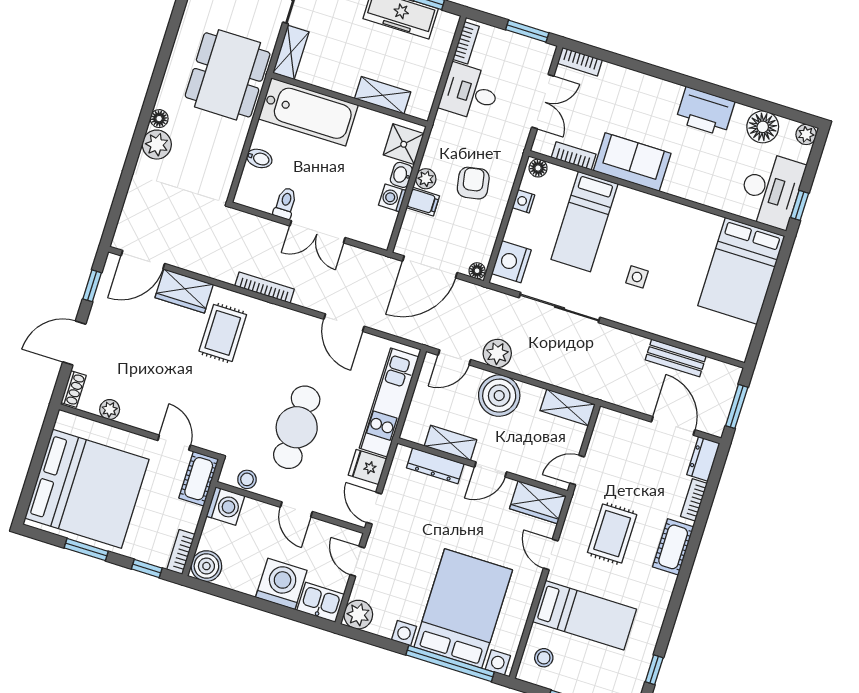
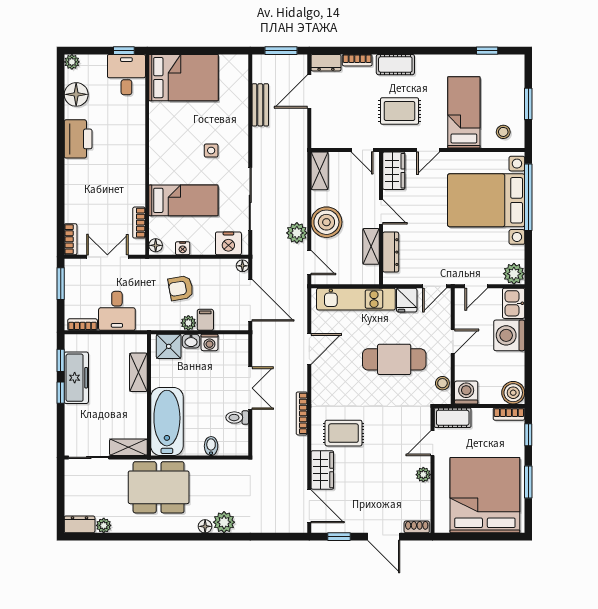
sofa: (632, 162) -> (130, 180), removed
desk: (771, 190) -> (126, 75), width x0.73
plant: (110, 409) -> (423, 475), moved

